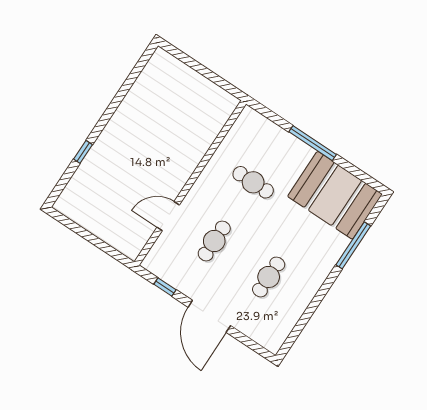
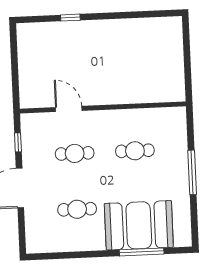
cafe table: (253, 182) -> (135, 151), turned 90
booth: (335, 195) -> (139, 225), moved, turned 90

